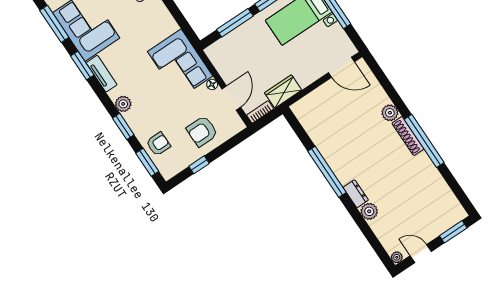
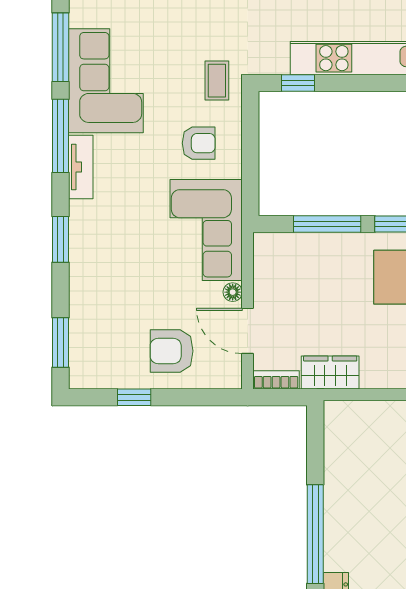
window: (82, 65) -> (61, 136), width x1.44
door: (231, 98) -> (248, 331), swing flipped
plant: (123, 104) -> (83, 233), removed
window: (123, 126) -> (61, 239), moved
armchair: (158, 144) -> (199, 143), moved

